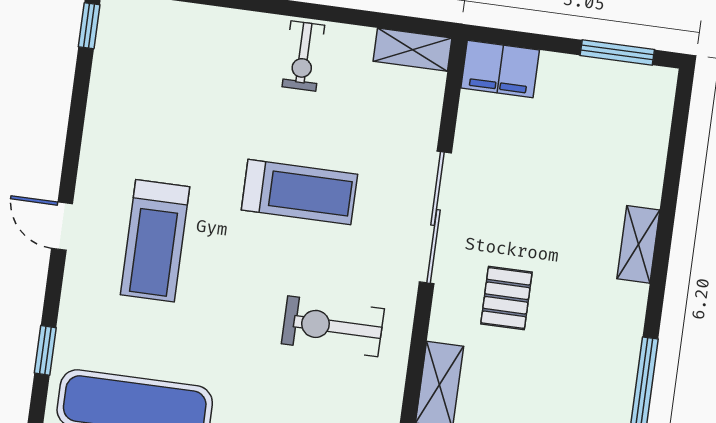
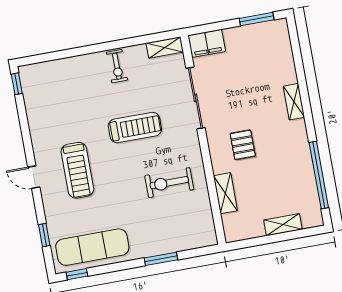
sliding door: (435, 217) -> (195, 98), moved

